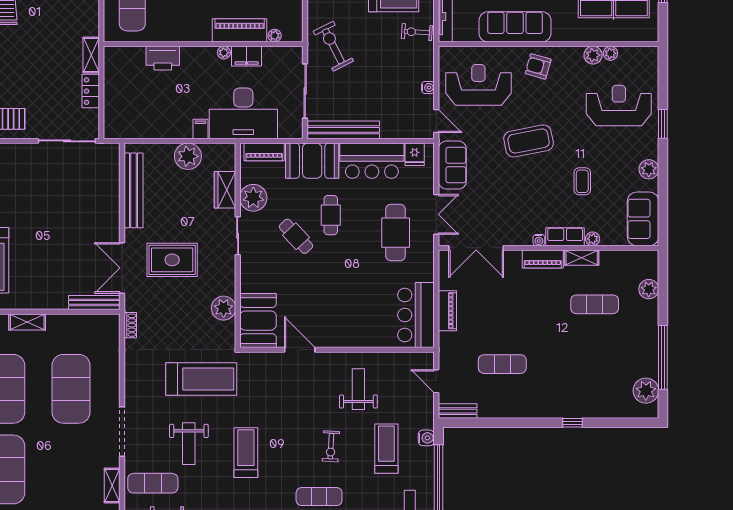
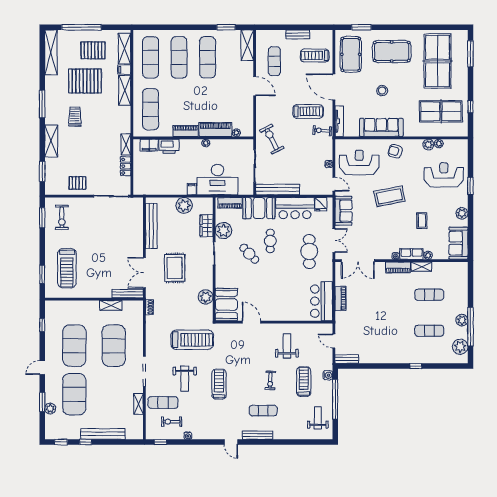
piano: (190, 33) -> (185, 131), added
filing cabinet: (247, 56) -> (149, 145), moved
rug: (172, 260) -> (175, 268), turned 90
plant: (649, 289) -> (462, 320), moved
shelving: (27, 322) -> (111, 305), moved
exercise mat: (502, 364) -> (429, 331), moved

